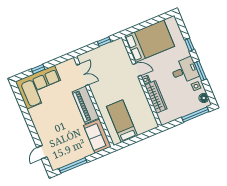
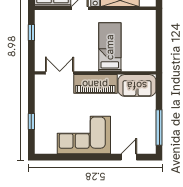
corner sofa: (41, 87) -> (84, 135), moved, turned -90
bed: (122, 121) -> (110, 47), moved, turned 90
door: (42, 152) -> (129, 157), swing flipped

